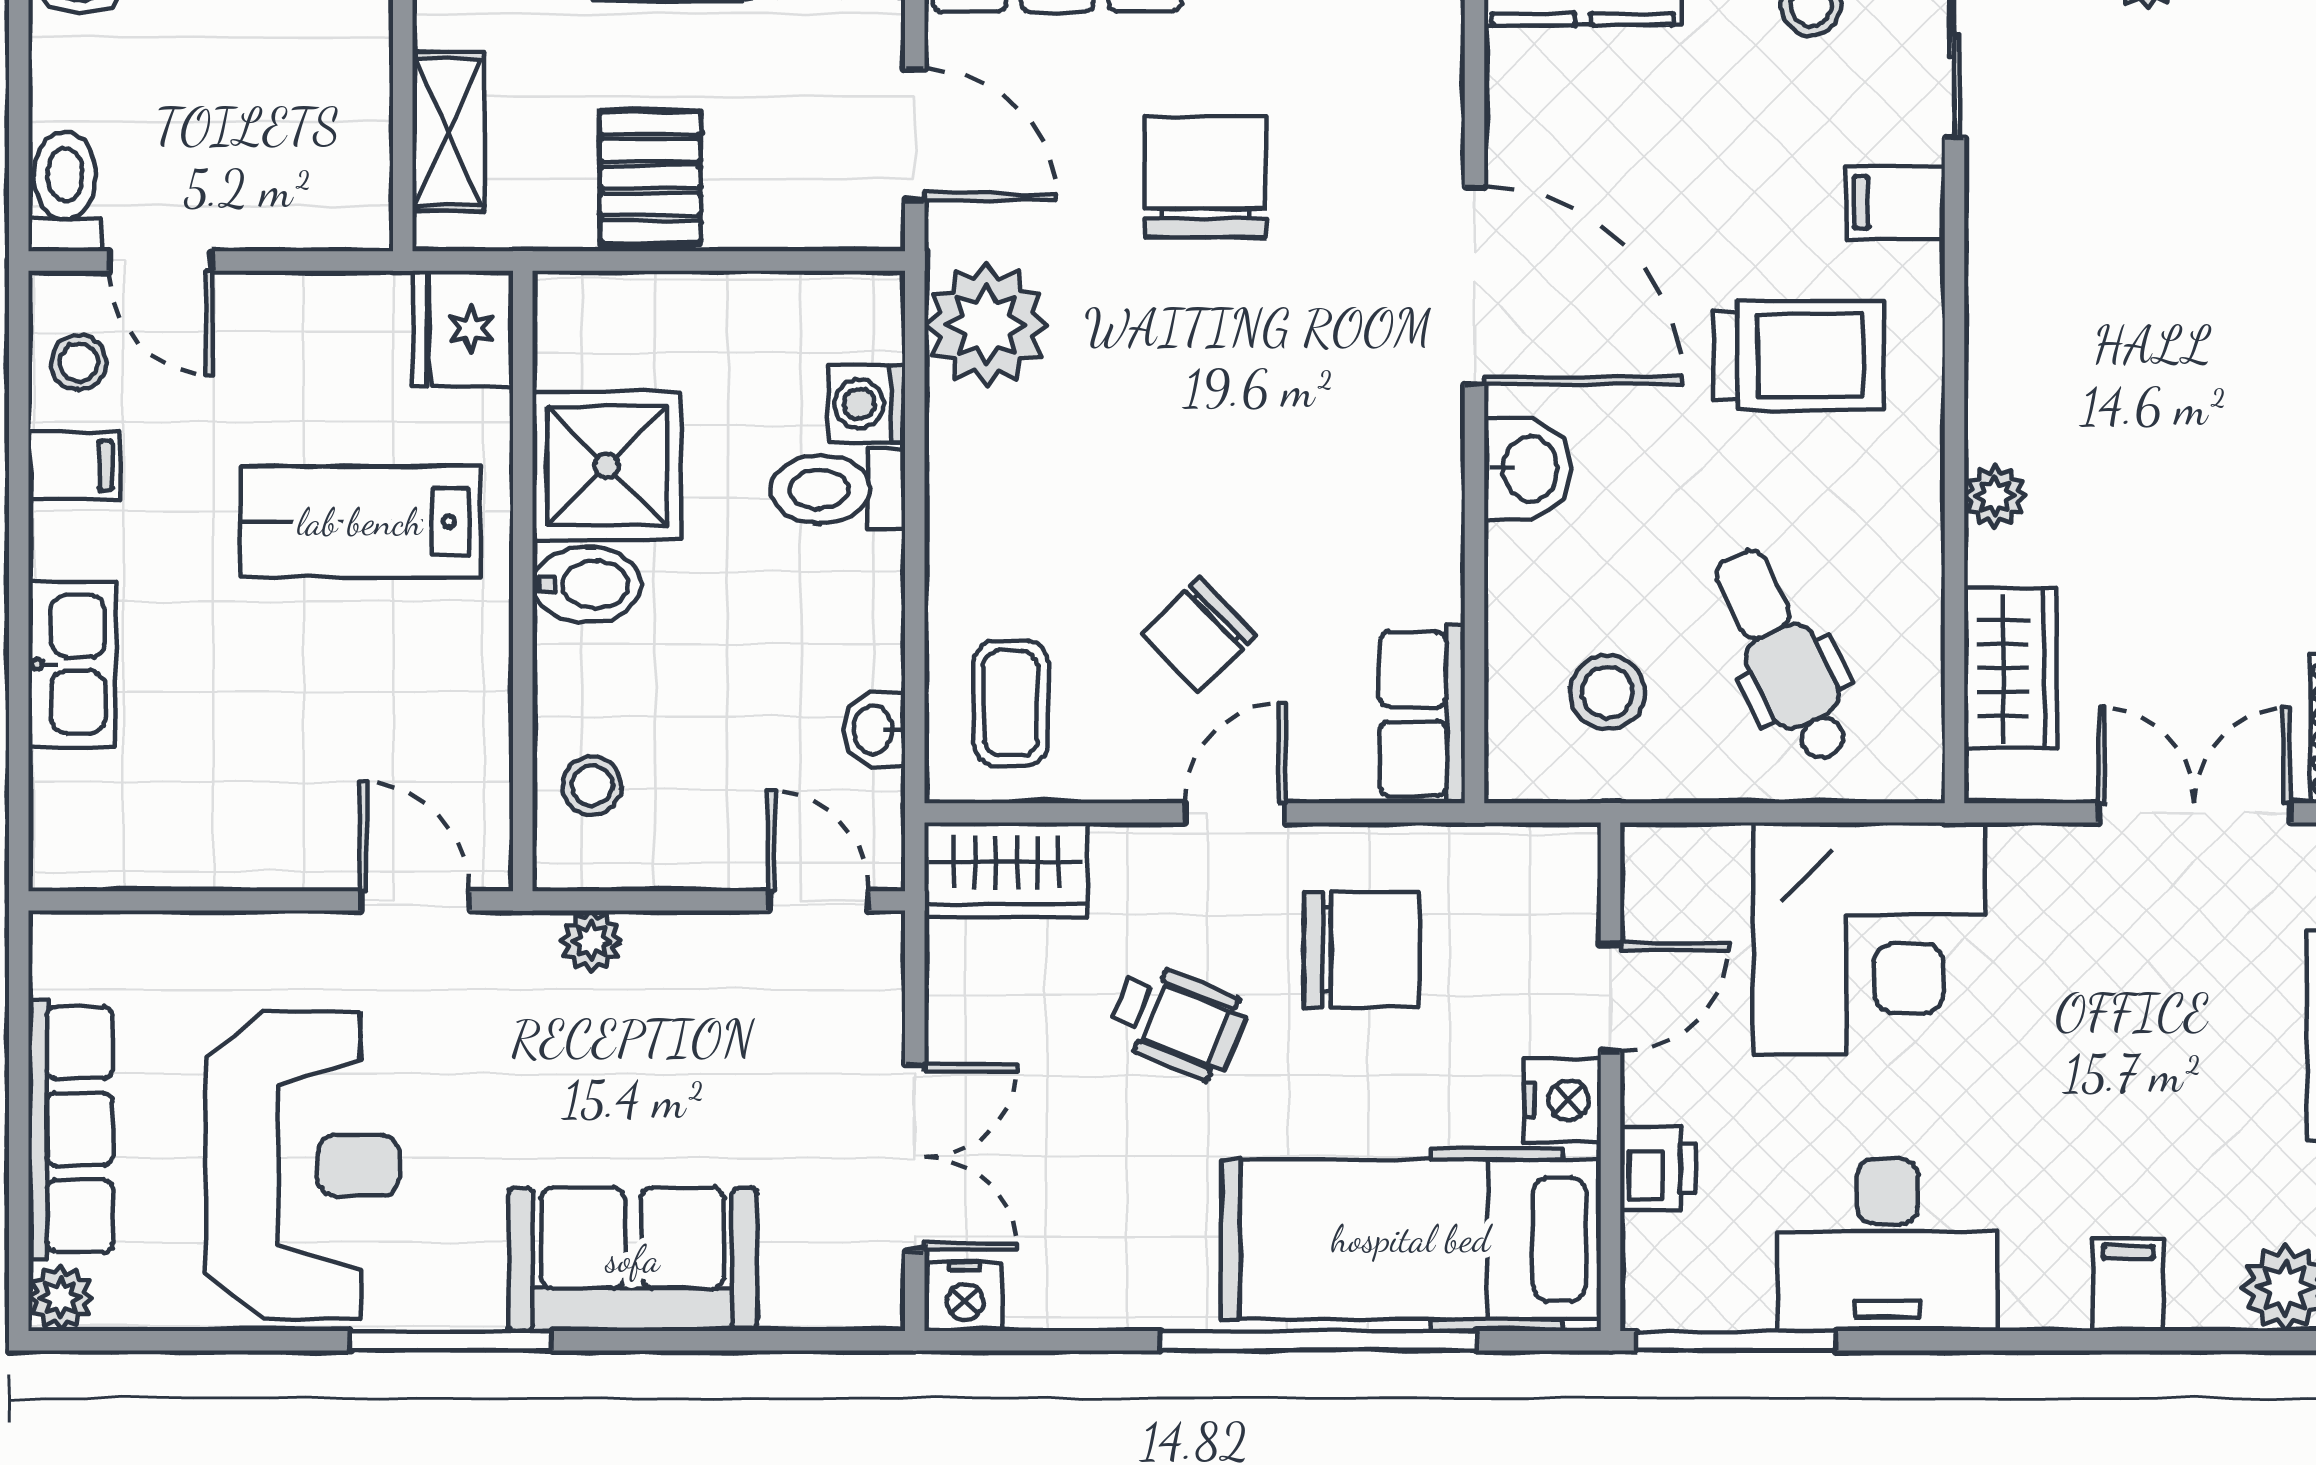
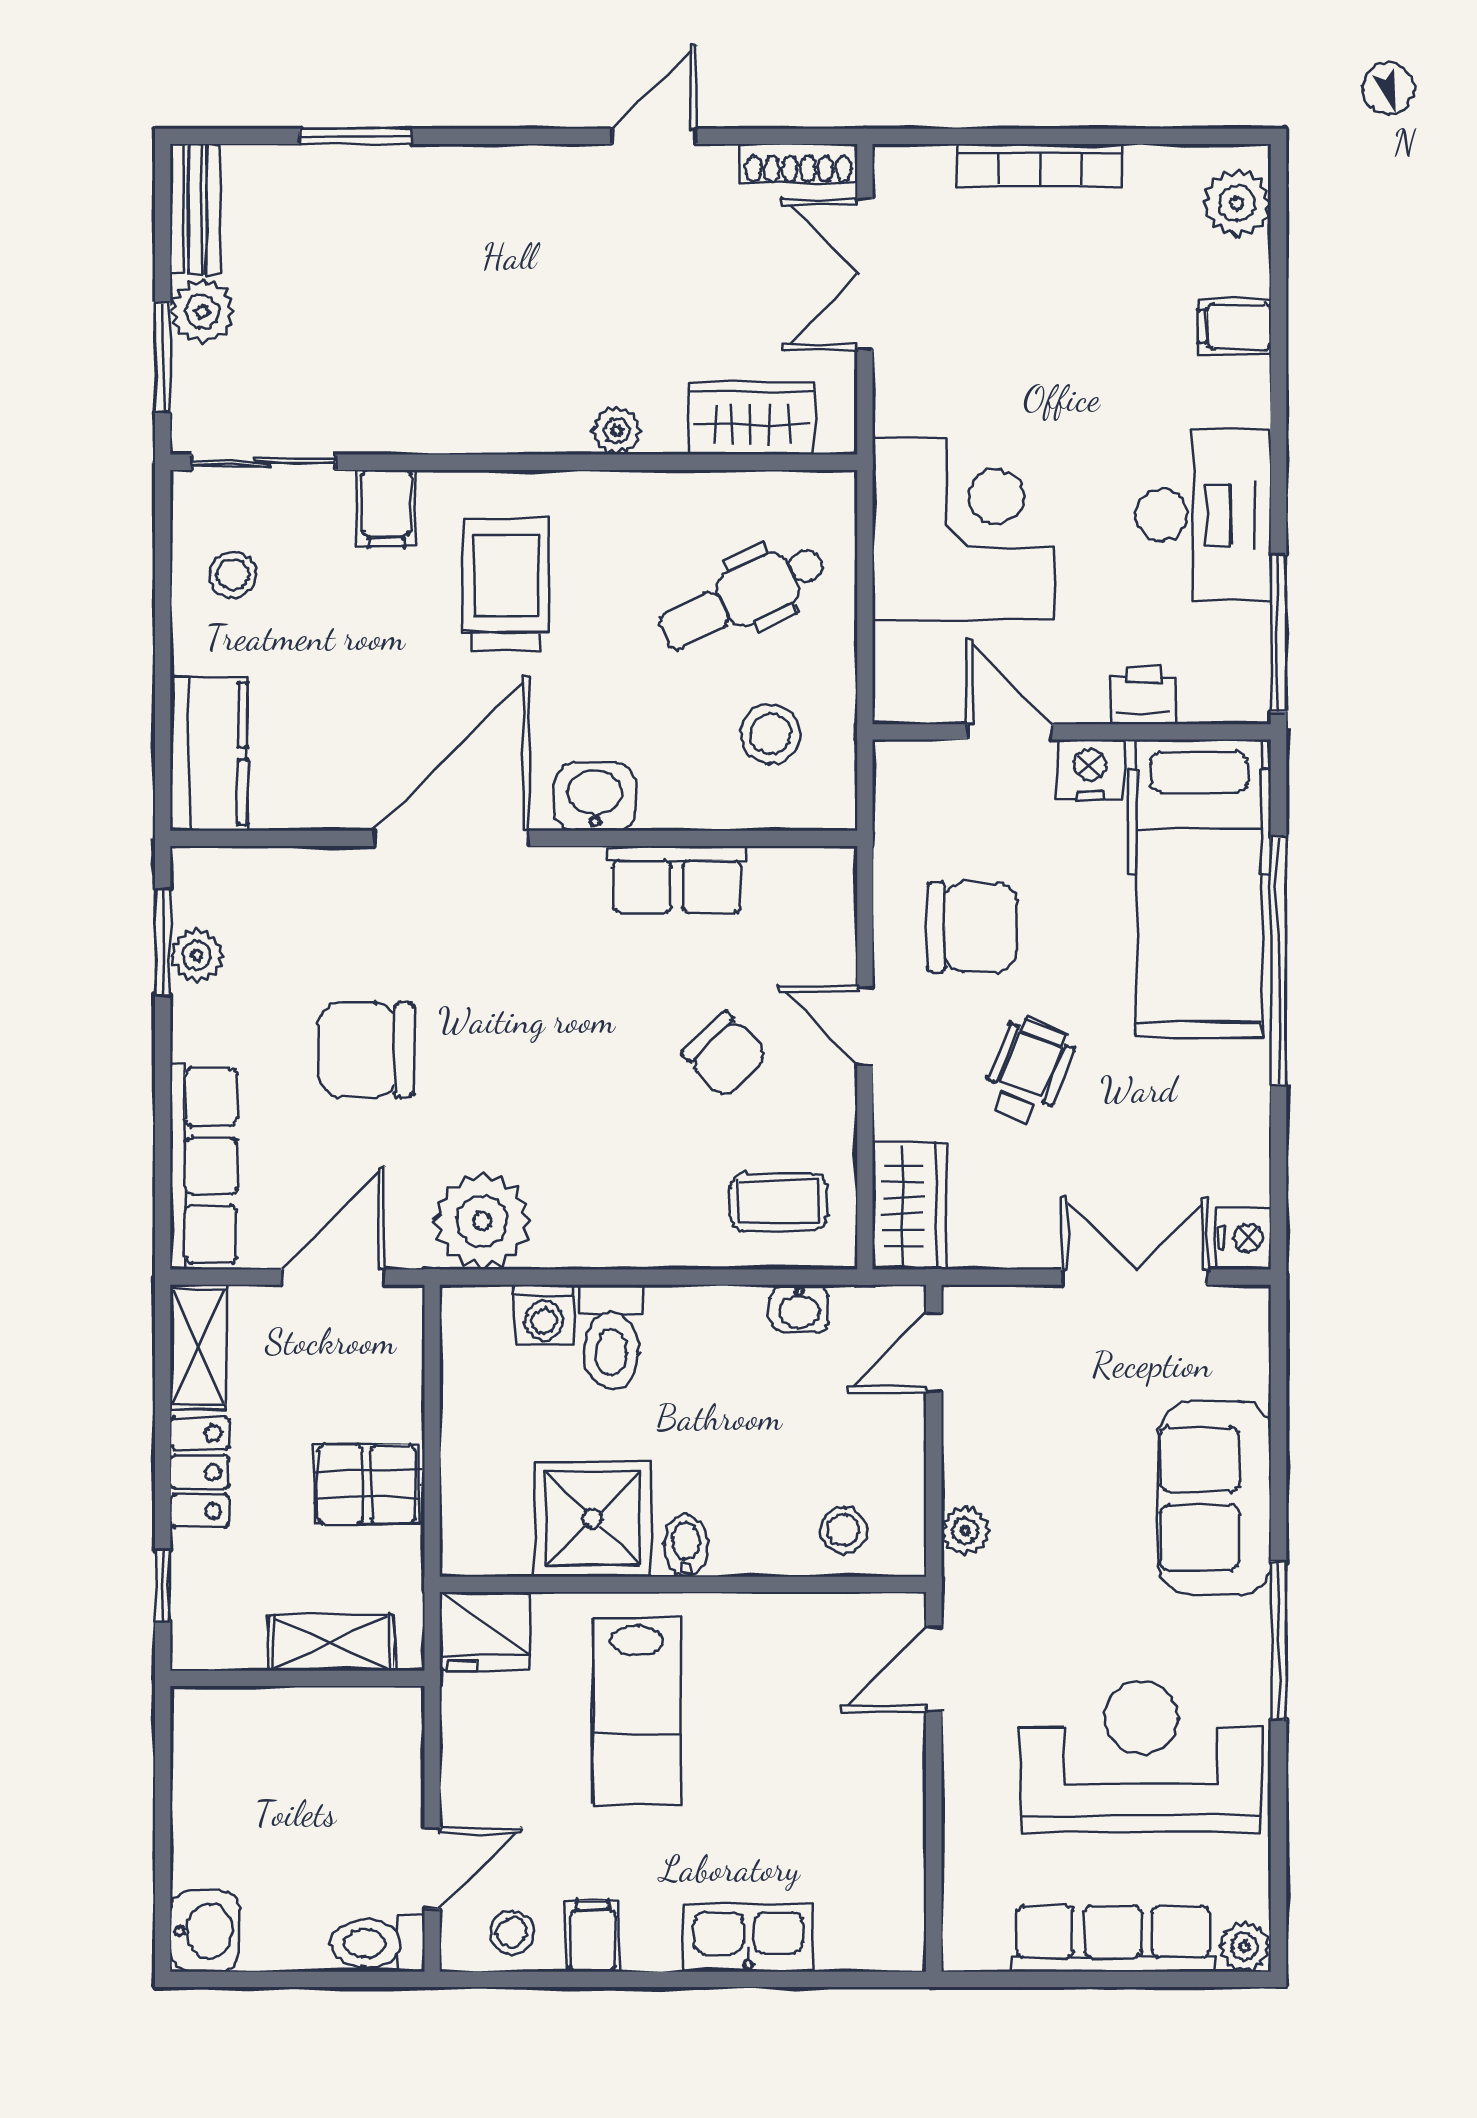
bidet: (587, 584) -> (686, 1545), width x0.72, depth x0.74
row of seats: (1422, 714) -> (677, 879), moved
chair: (1361, 950) -> (972, 927), turned 90

